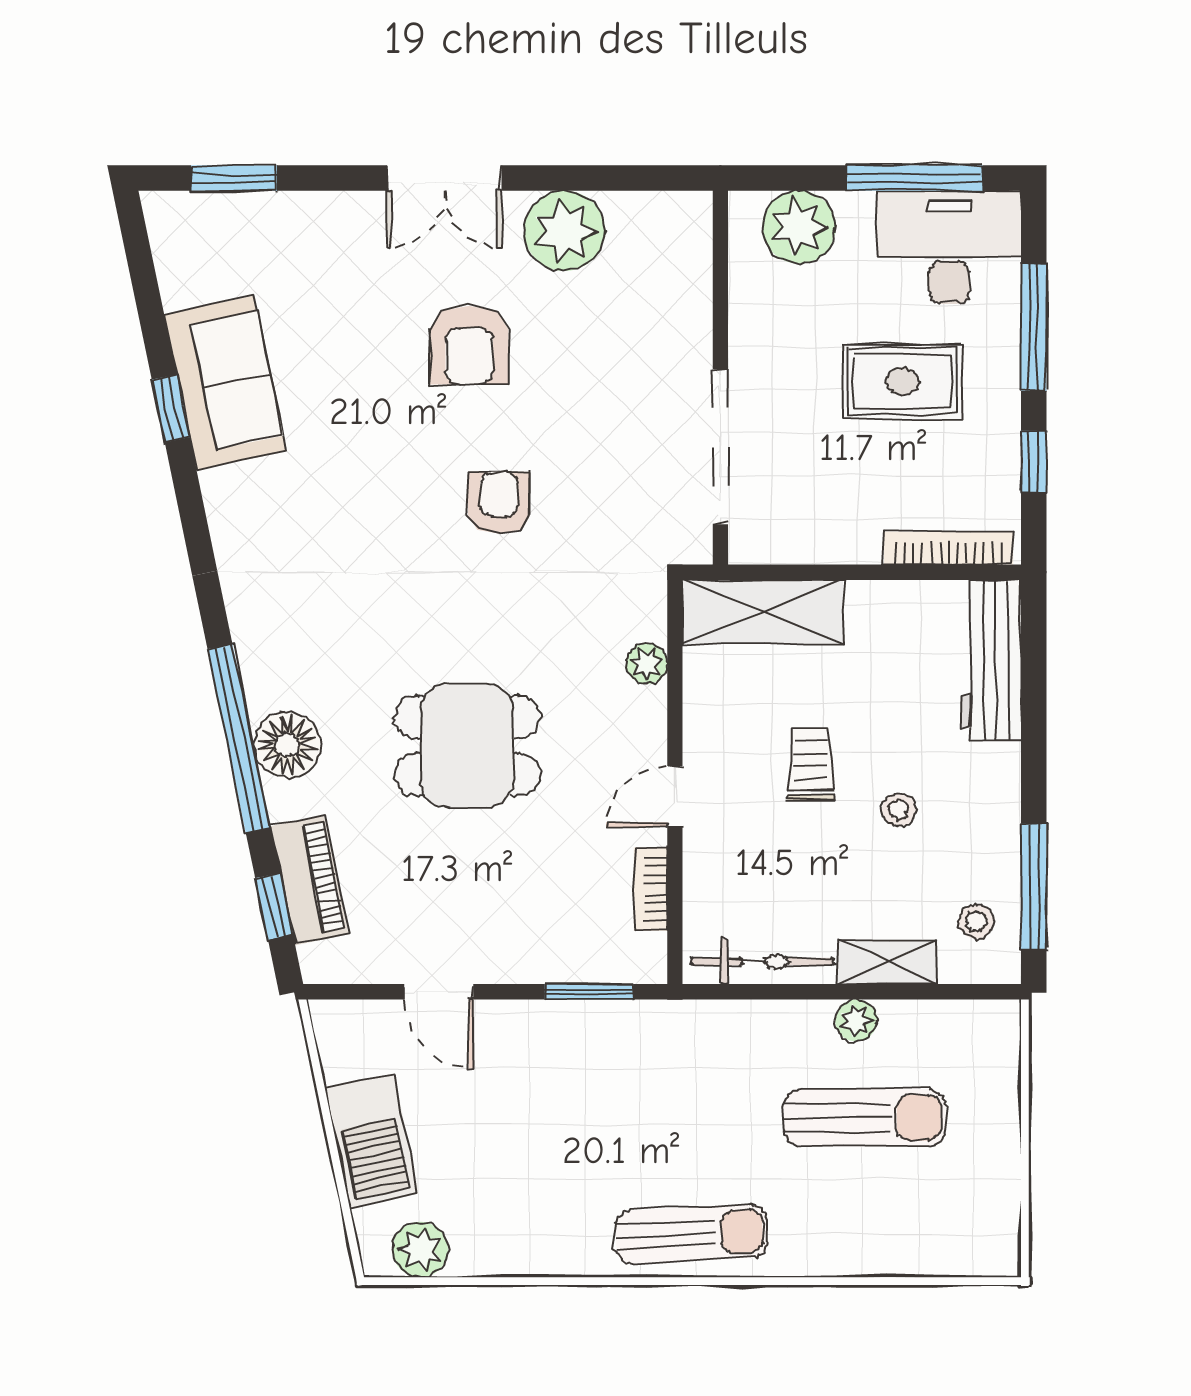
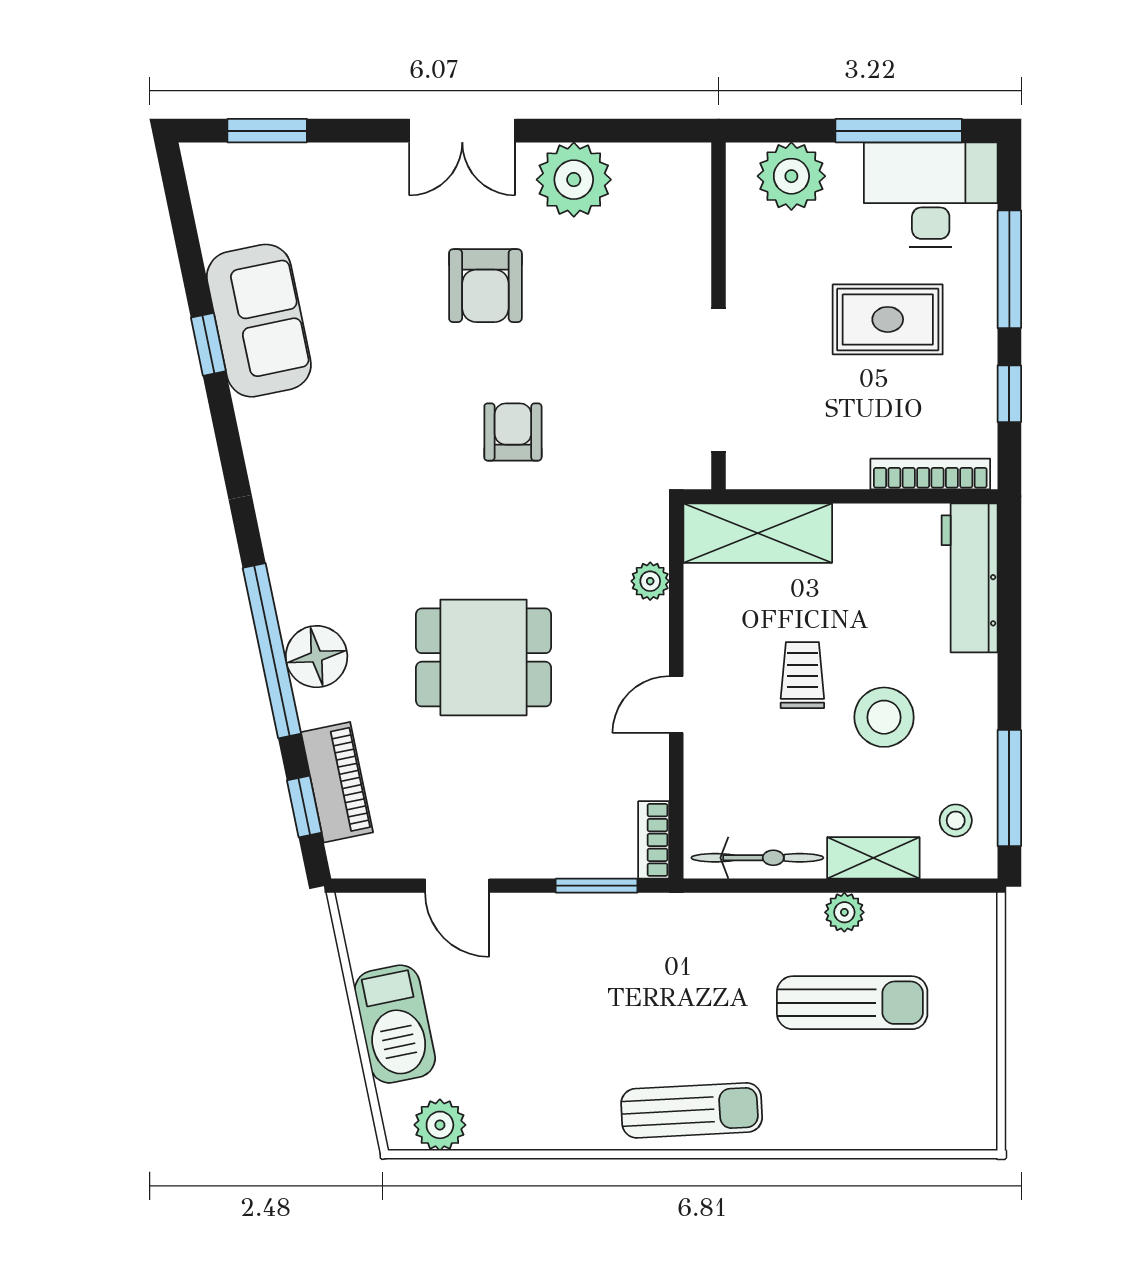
stool: (899, 810) -> (884, 717), width x1.89, depth x1.89
bookcase: (651, 889) -> (654, 840), moved

